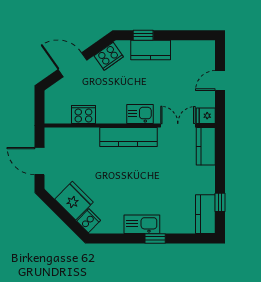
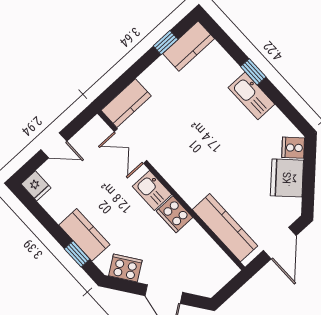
cooker: (83, 114) -> (174, 214), moved
fridge: (206, 116) -> (36, 186), moved
kitchen counter: (128, 137) -> (225, 228), moved

